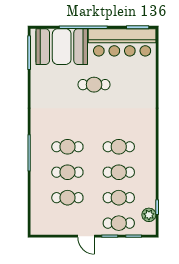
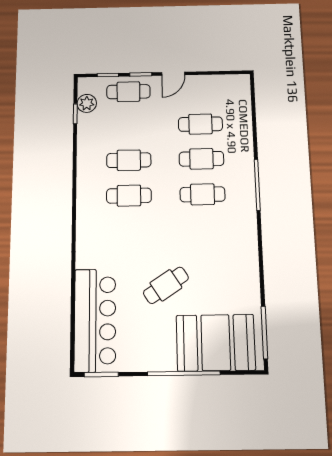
bar counter: (122, 42) -> (95, 320), moved, turned 90
cafe table: (94, 85) -> (166, 285), turned -33
cafe table: (119, 198) -> (129, 126), removed
door: (86, 236) -> (173, 74), swing flipped

